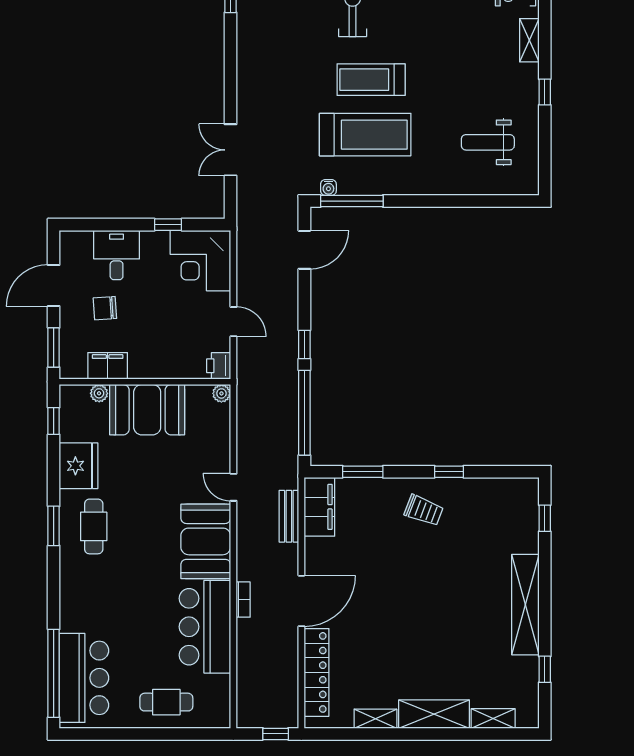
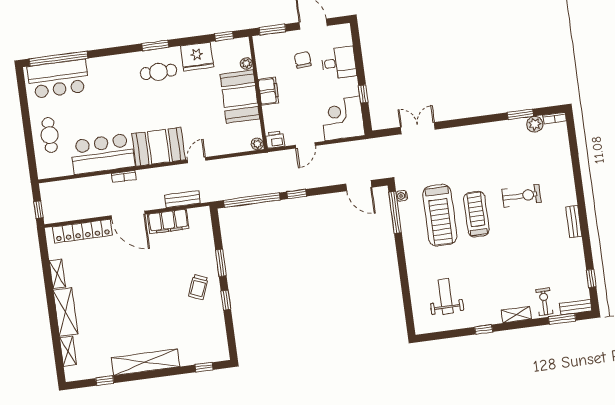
filing cabinet: (108, 366) -> (268, 91), moved
window: (363, 472) -> (221, 263), moved
filing cabinet: (319, 507) -> (168, 221), moved

